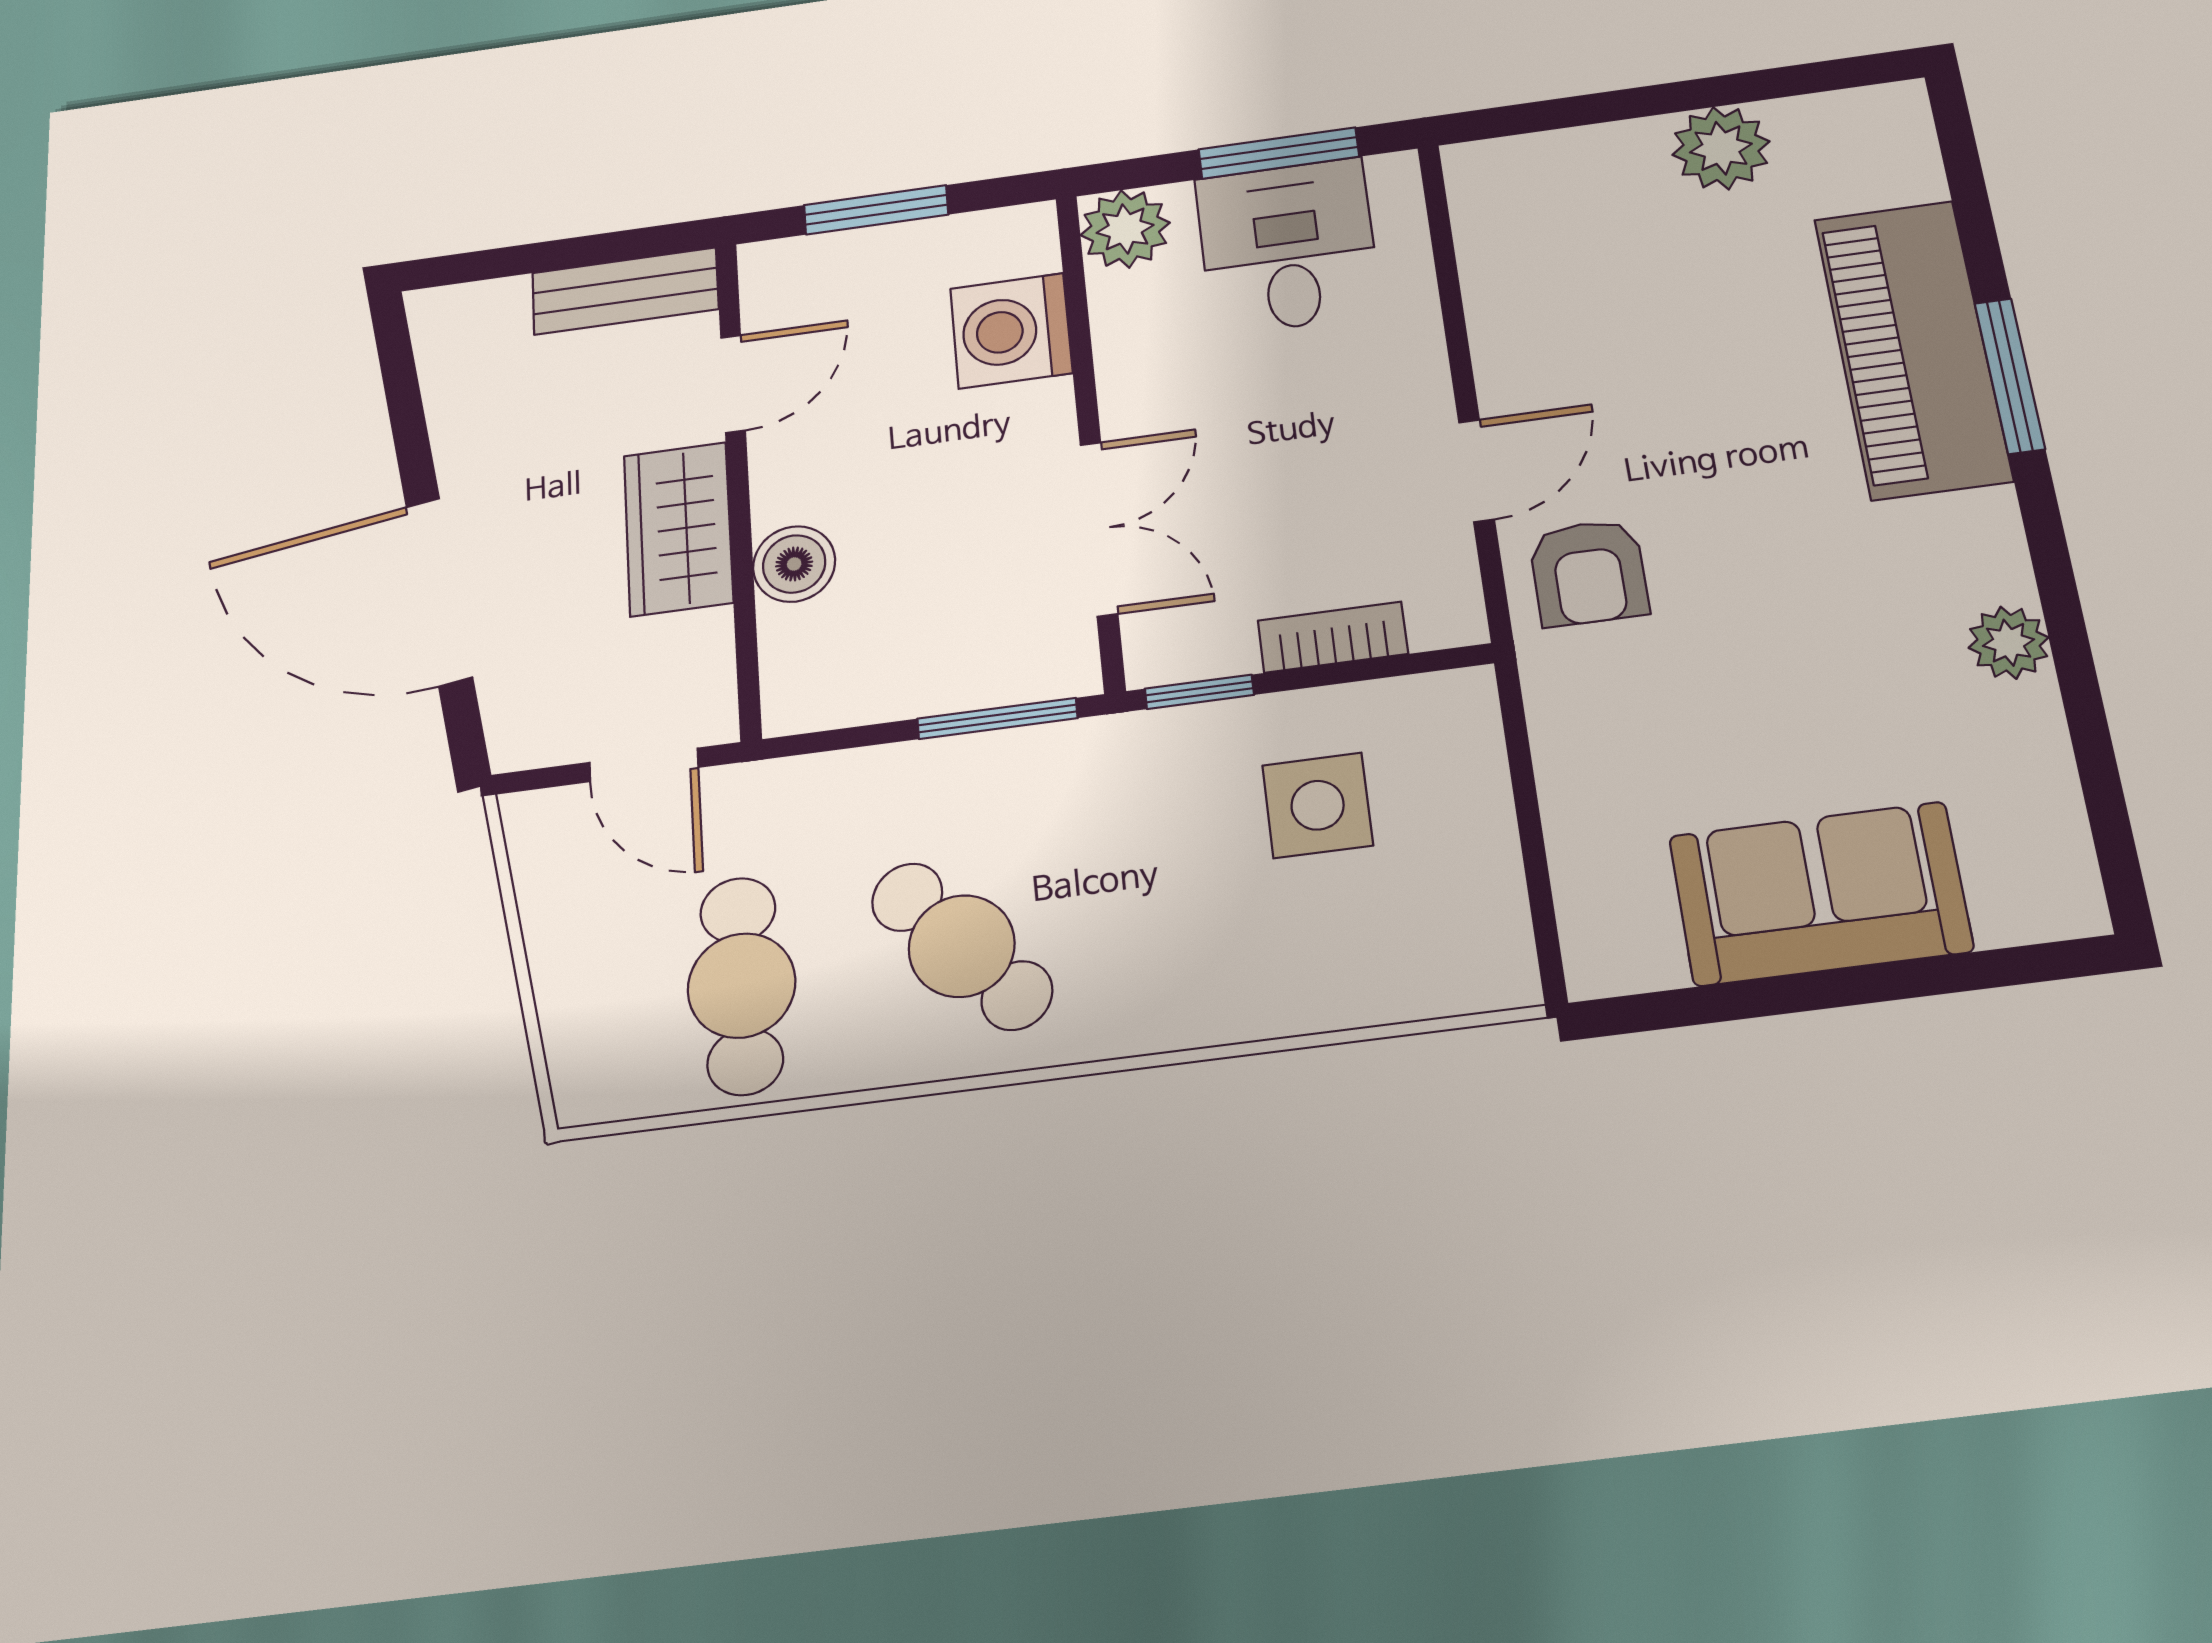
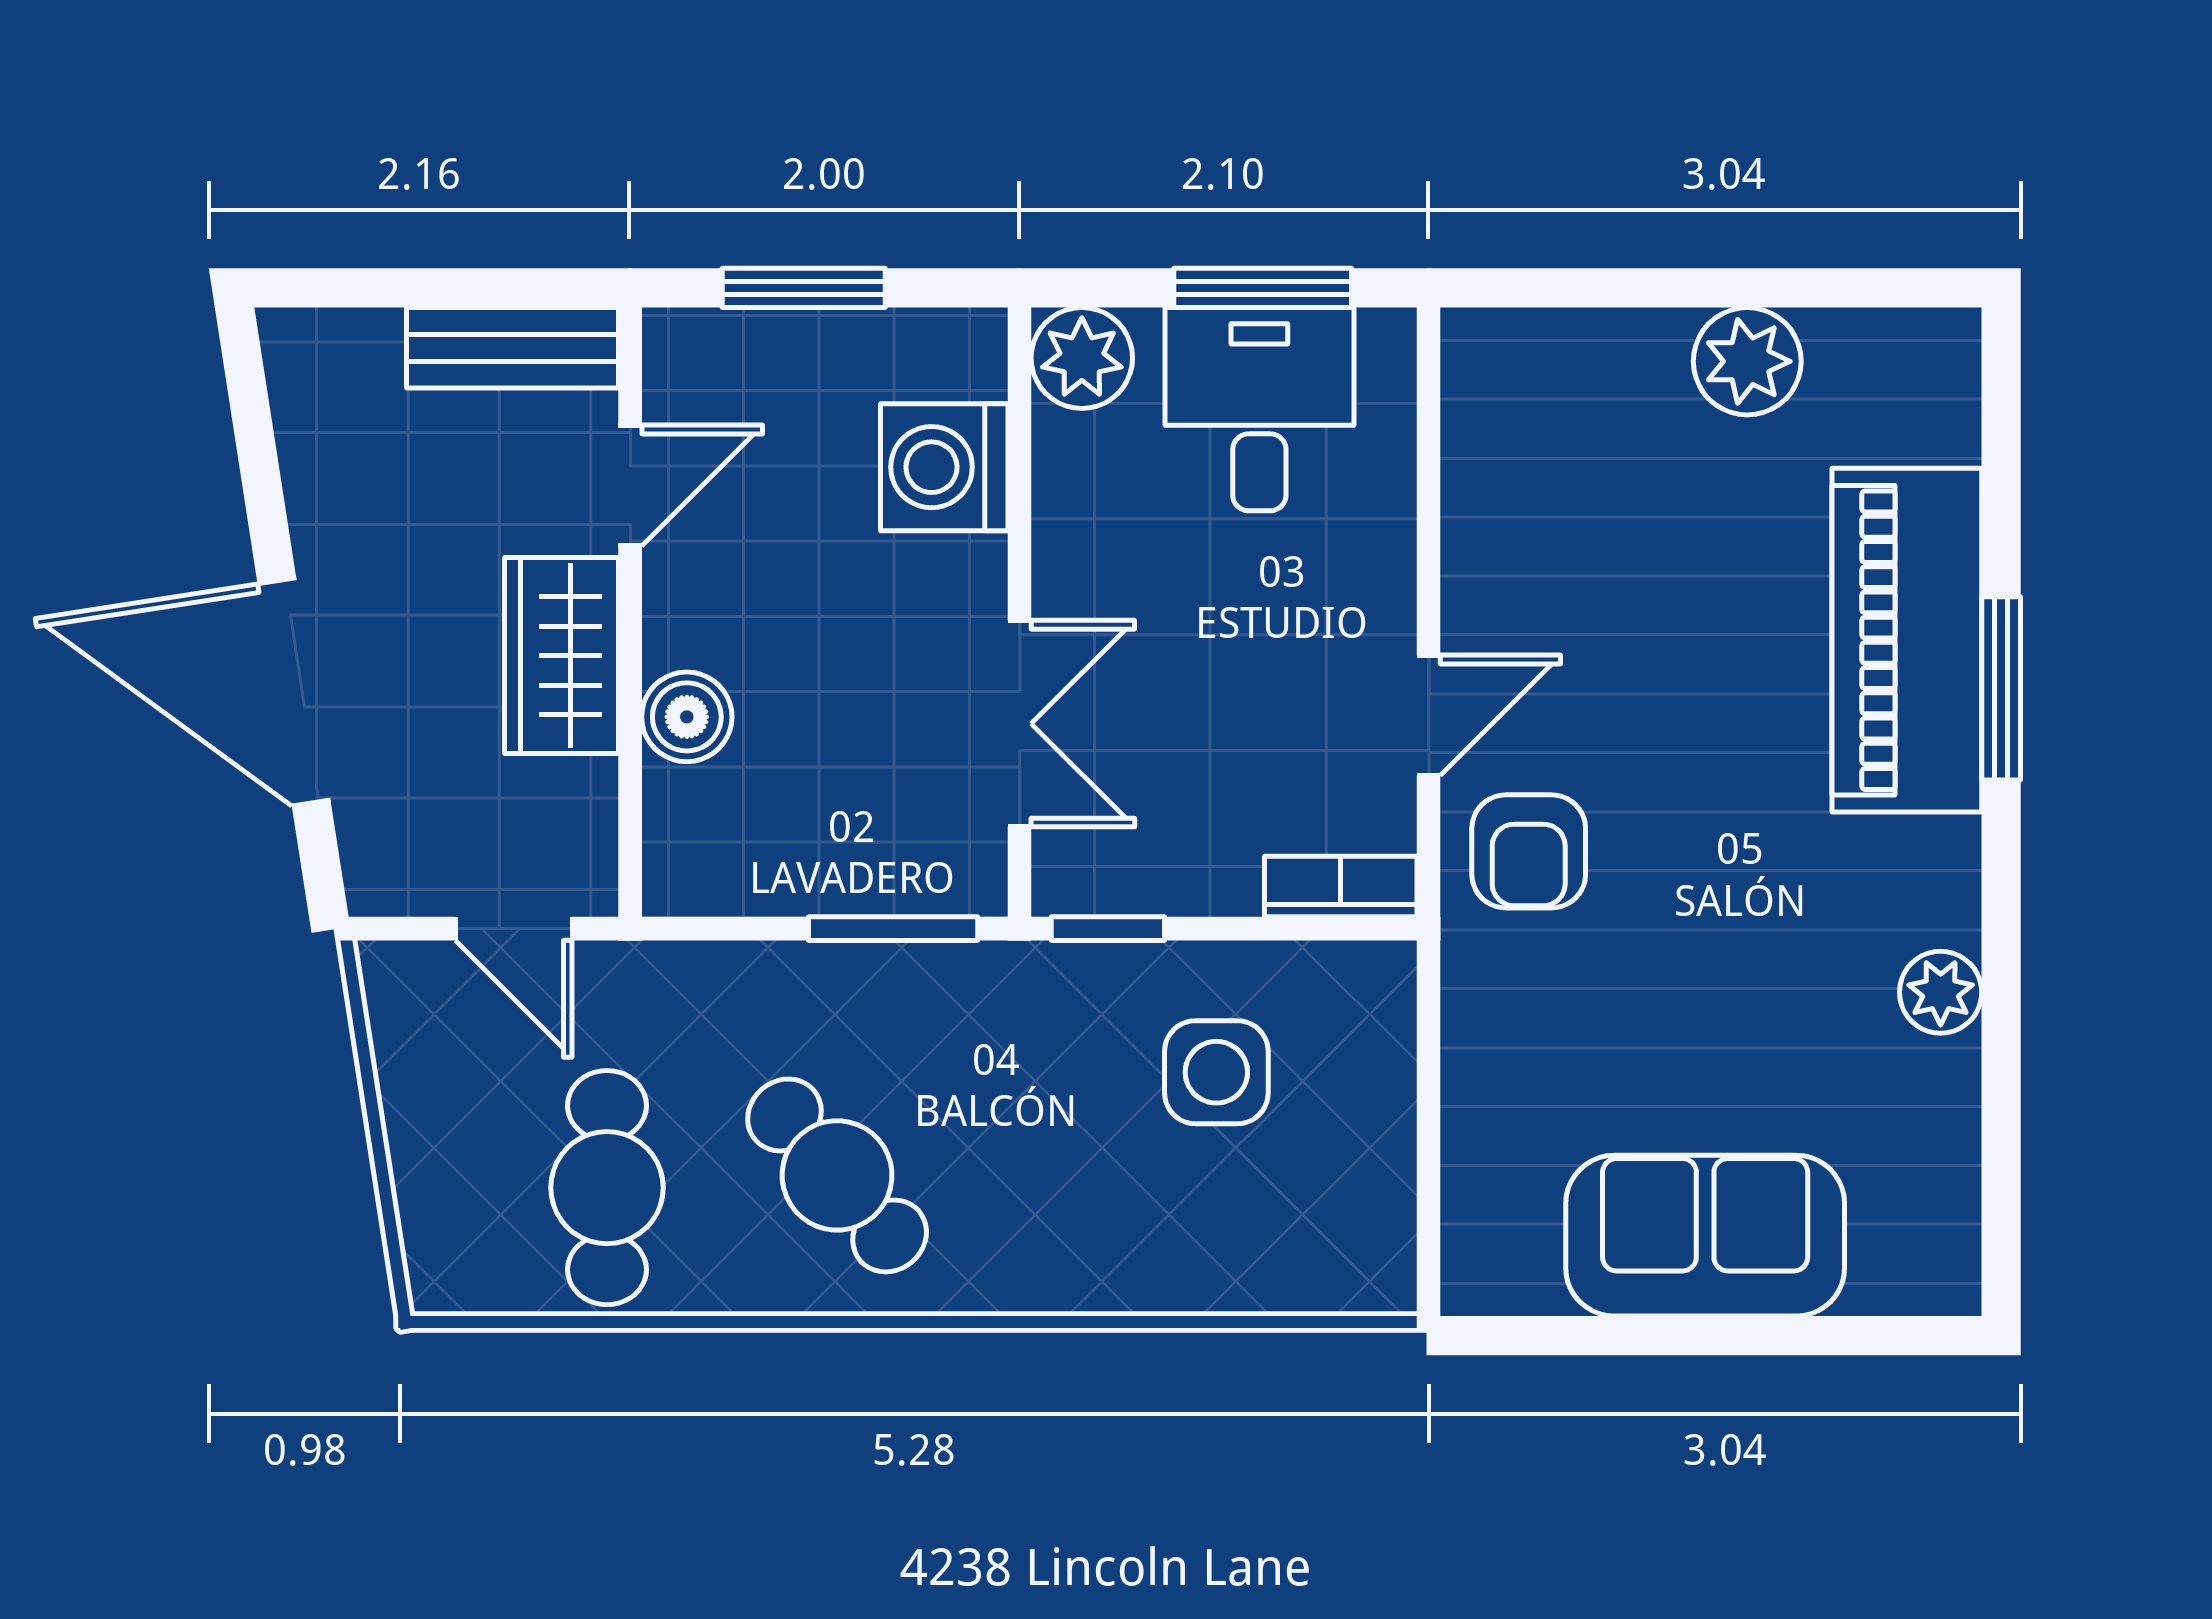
bookcase: (1333, 637) -> (1341, 886), moved

